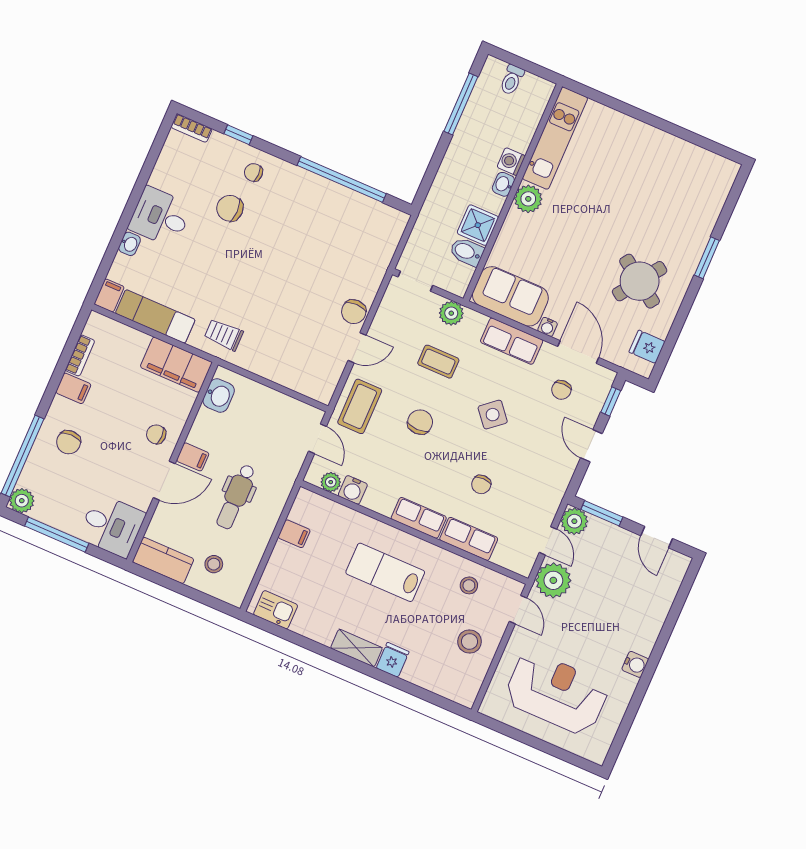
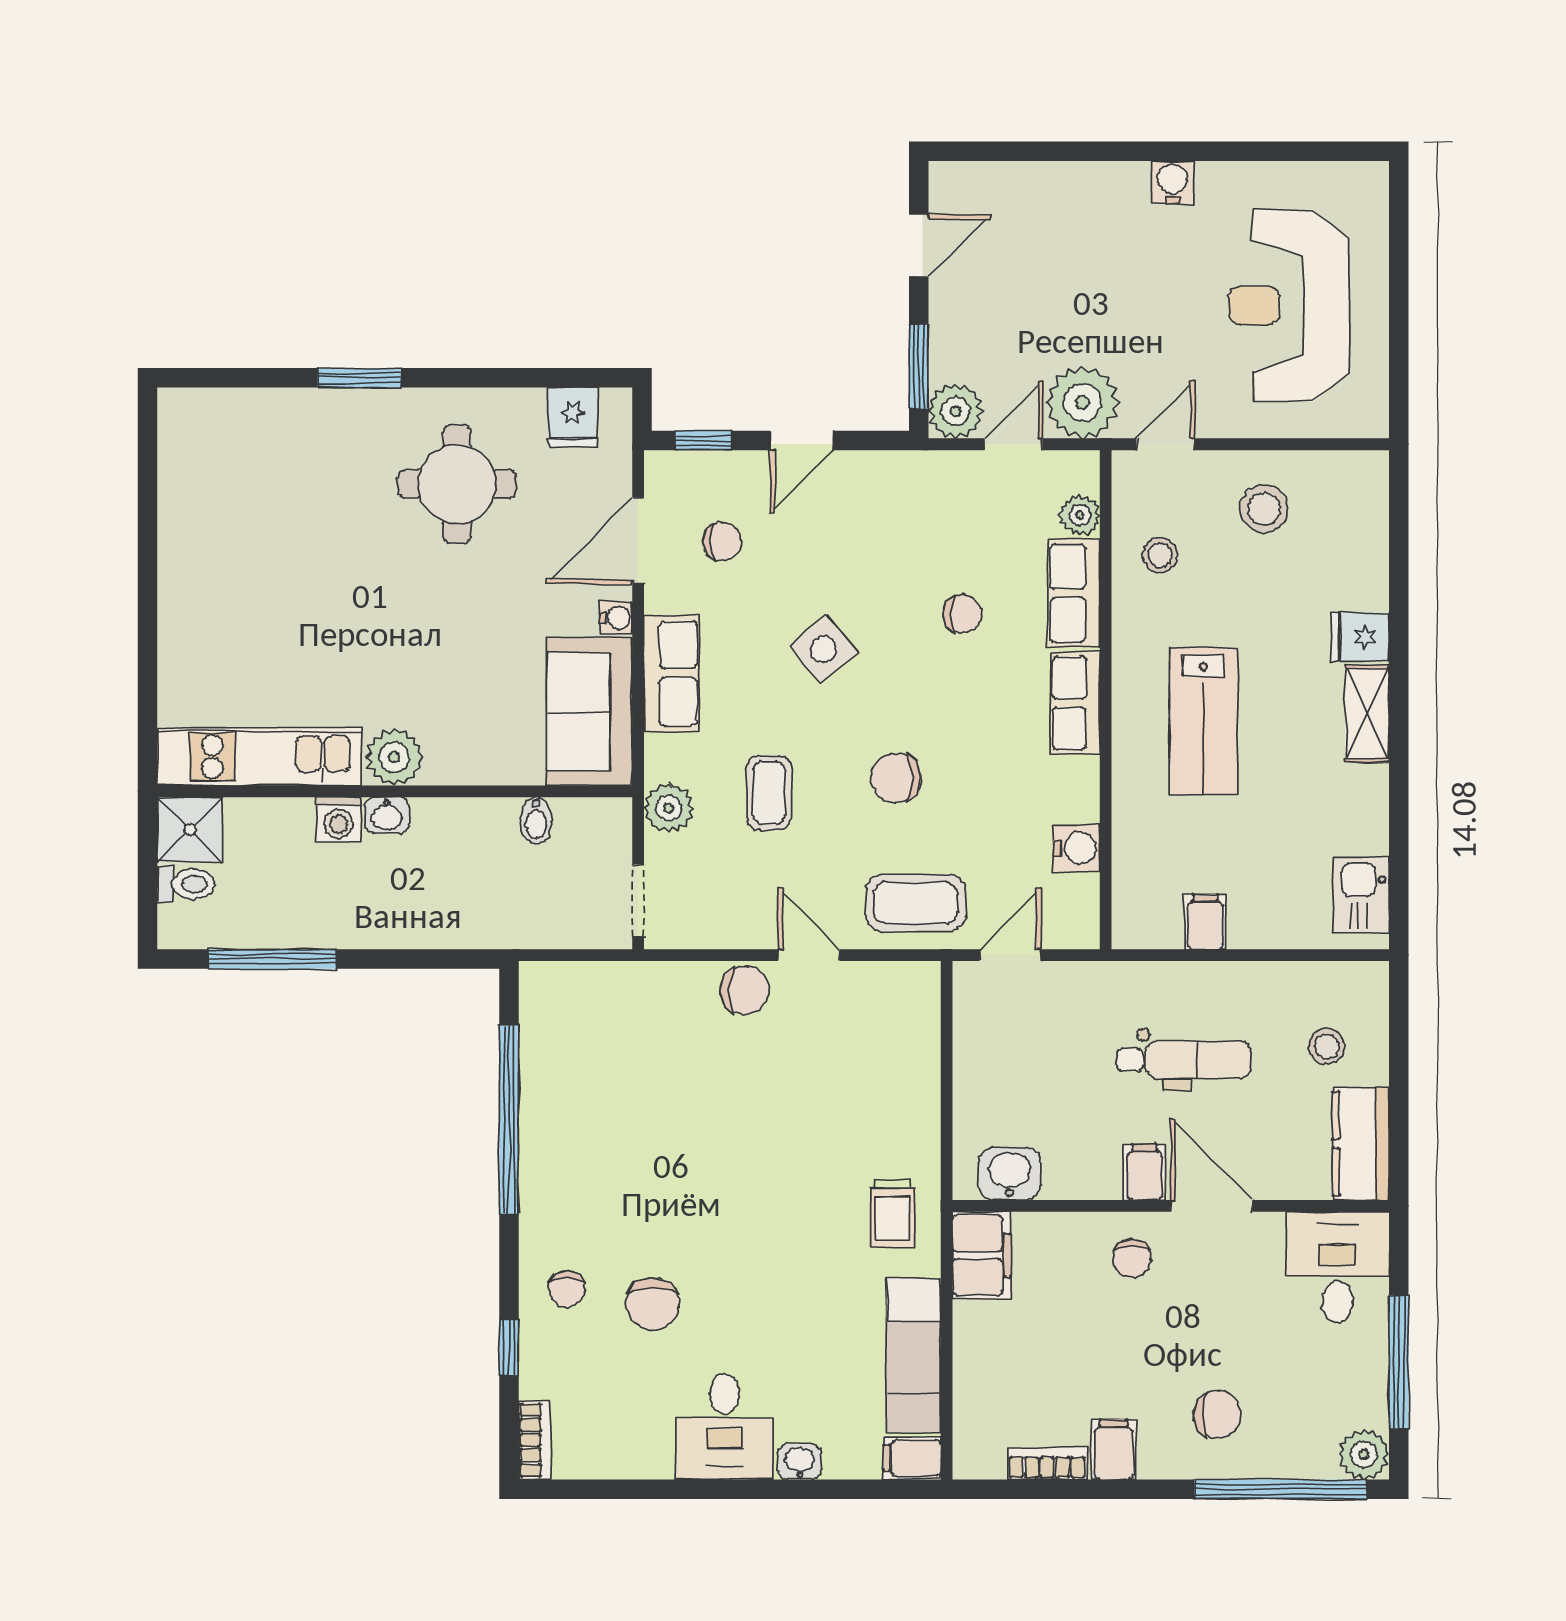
shower: (478, 225) -> (190, 830), moved
bidet: (467, 252) -> (536, 820), width x0.72, depth x0.74
round table: (640, 281) -> (457, 484), turned -35
filing cabinet: (176, 365) -> (982, 1255), width x0.67, depth x0.86
plant: (331, 482) -> (1080, 515), moved

